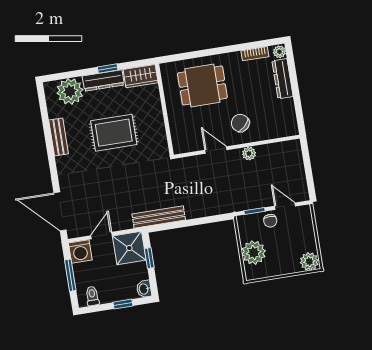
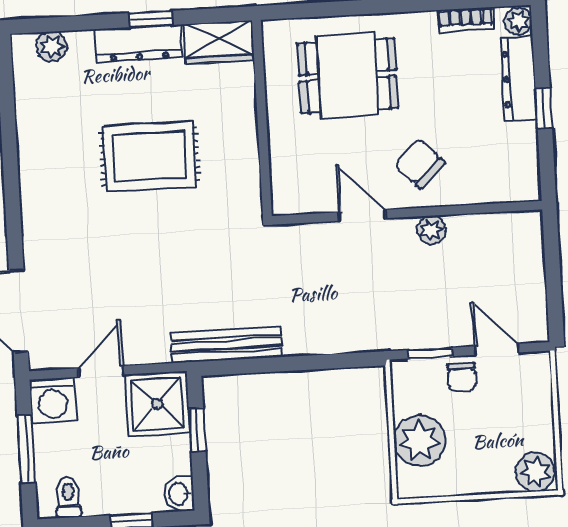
plant: (70, 91) -> (52, 47), width x0.53, depth x0.53
window: (296, 91) -> (544, 108), added
bench: (59, 137) -> (32, 153), removed

